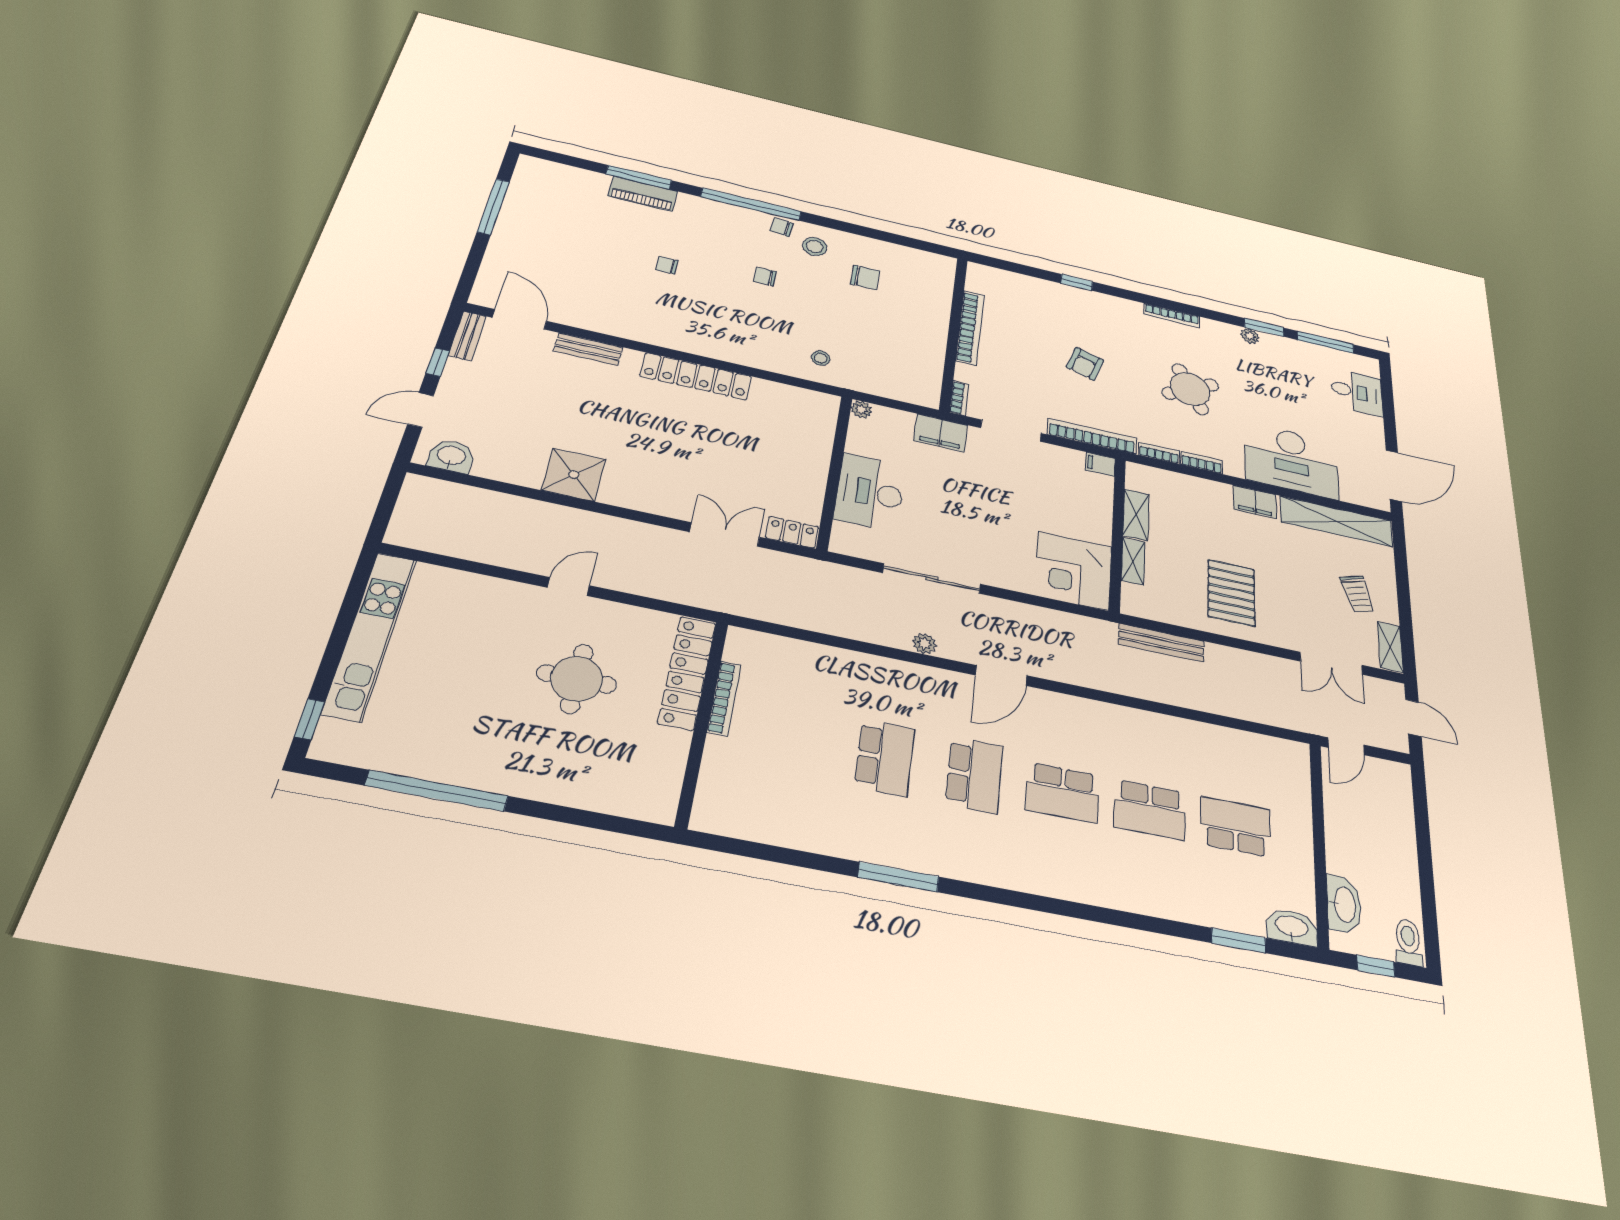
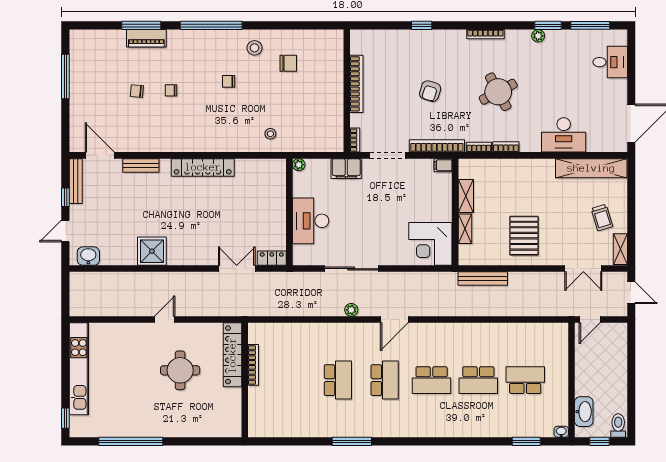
chair: (781, 227) -> (137, 91), moved
bench: (467, 336) -> (76, 181), width x1.36
desk: (1291, 460) -> (564, 135), width x0.73, depth x0.77
filing cabinet: (1255, 502) -> (539, 167), removed
washbasin: (1292, 927) -> (561, 432), width x0.52, depth x0.69

